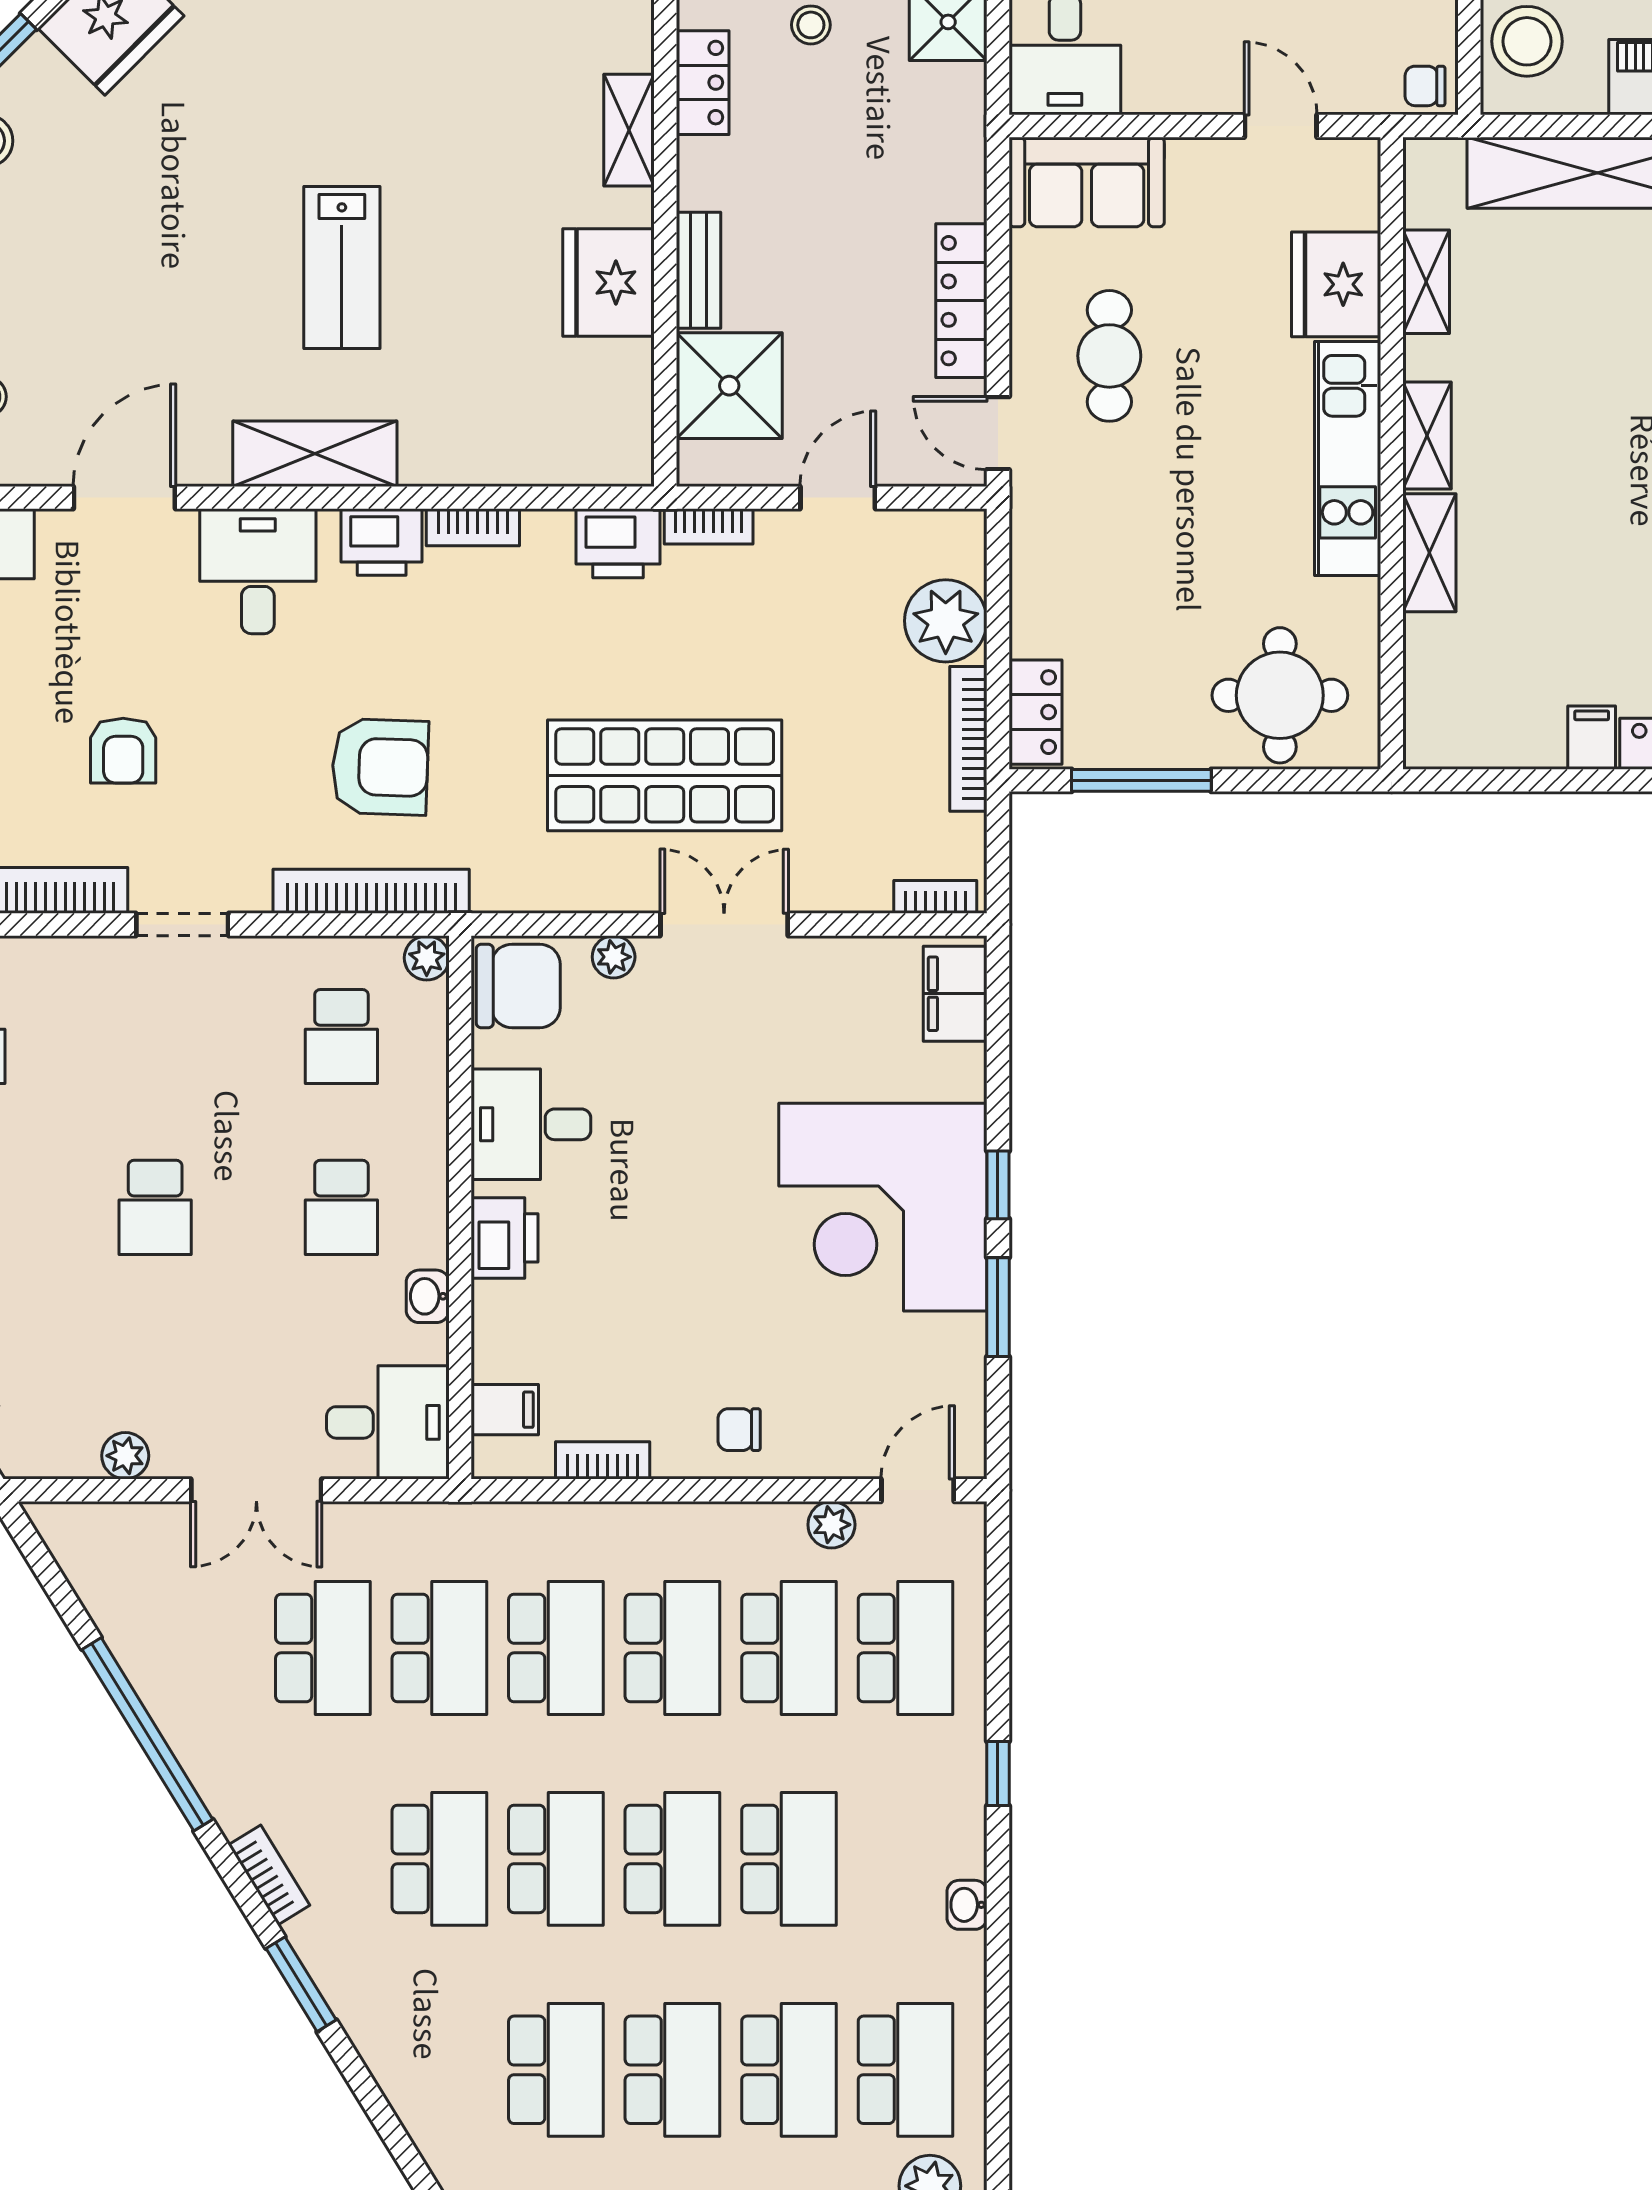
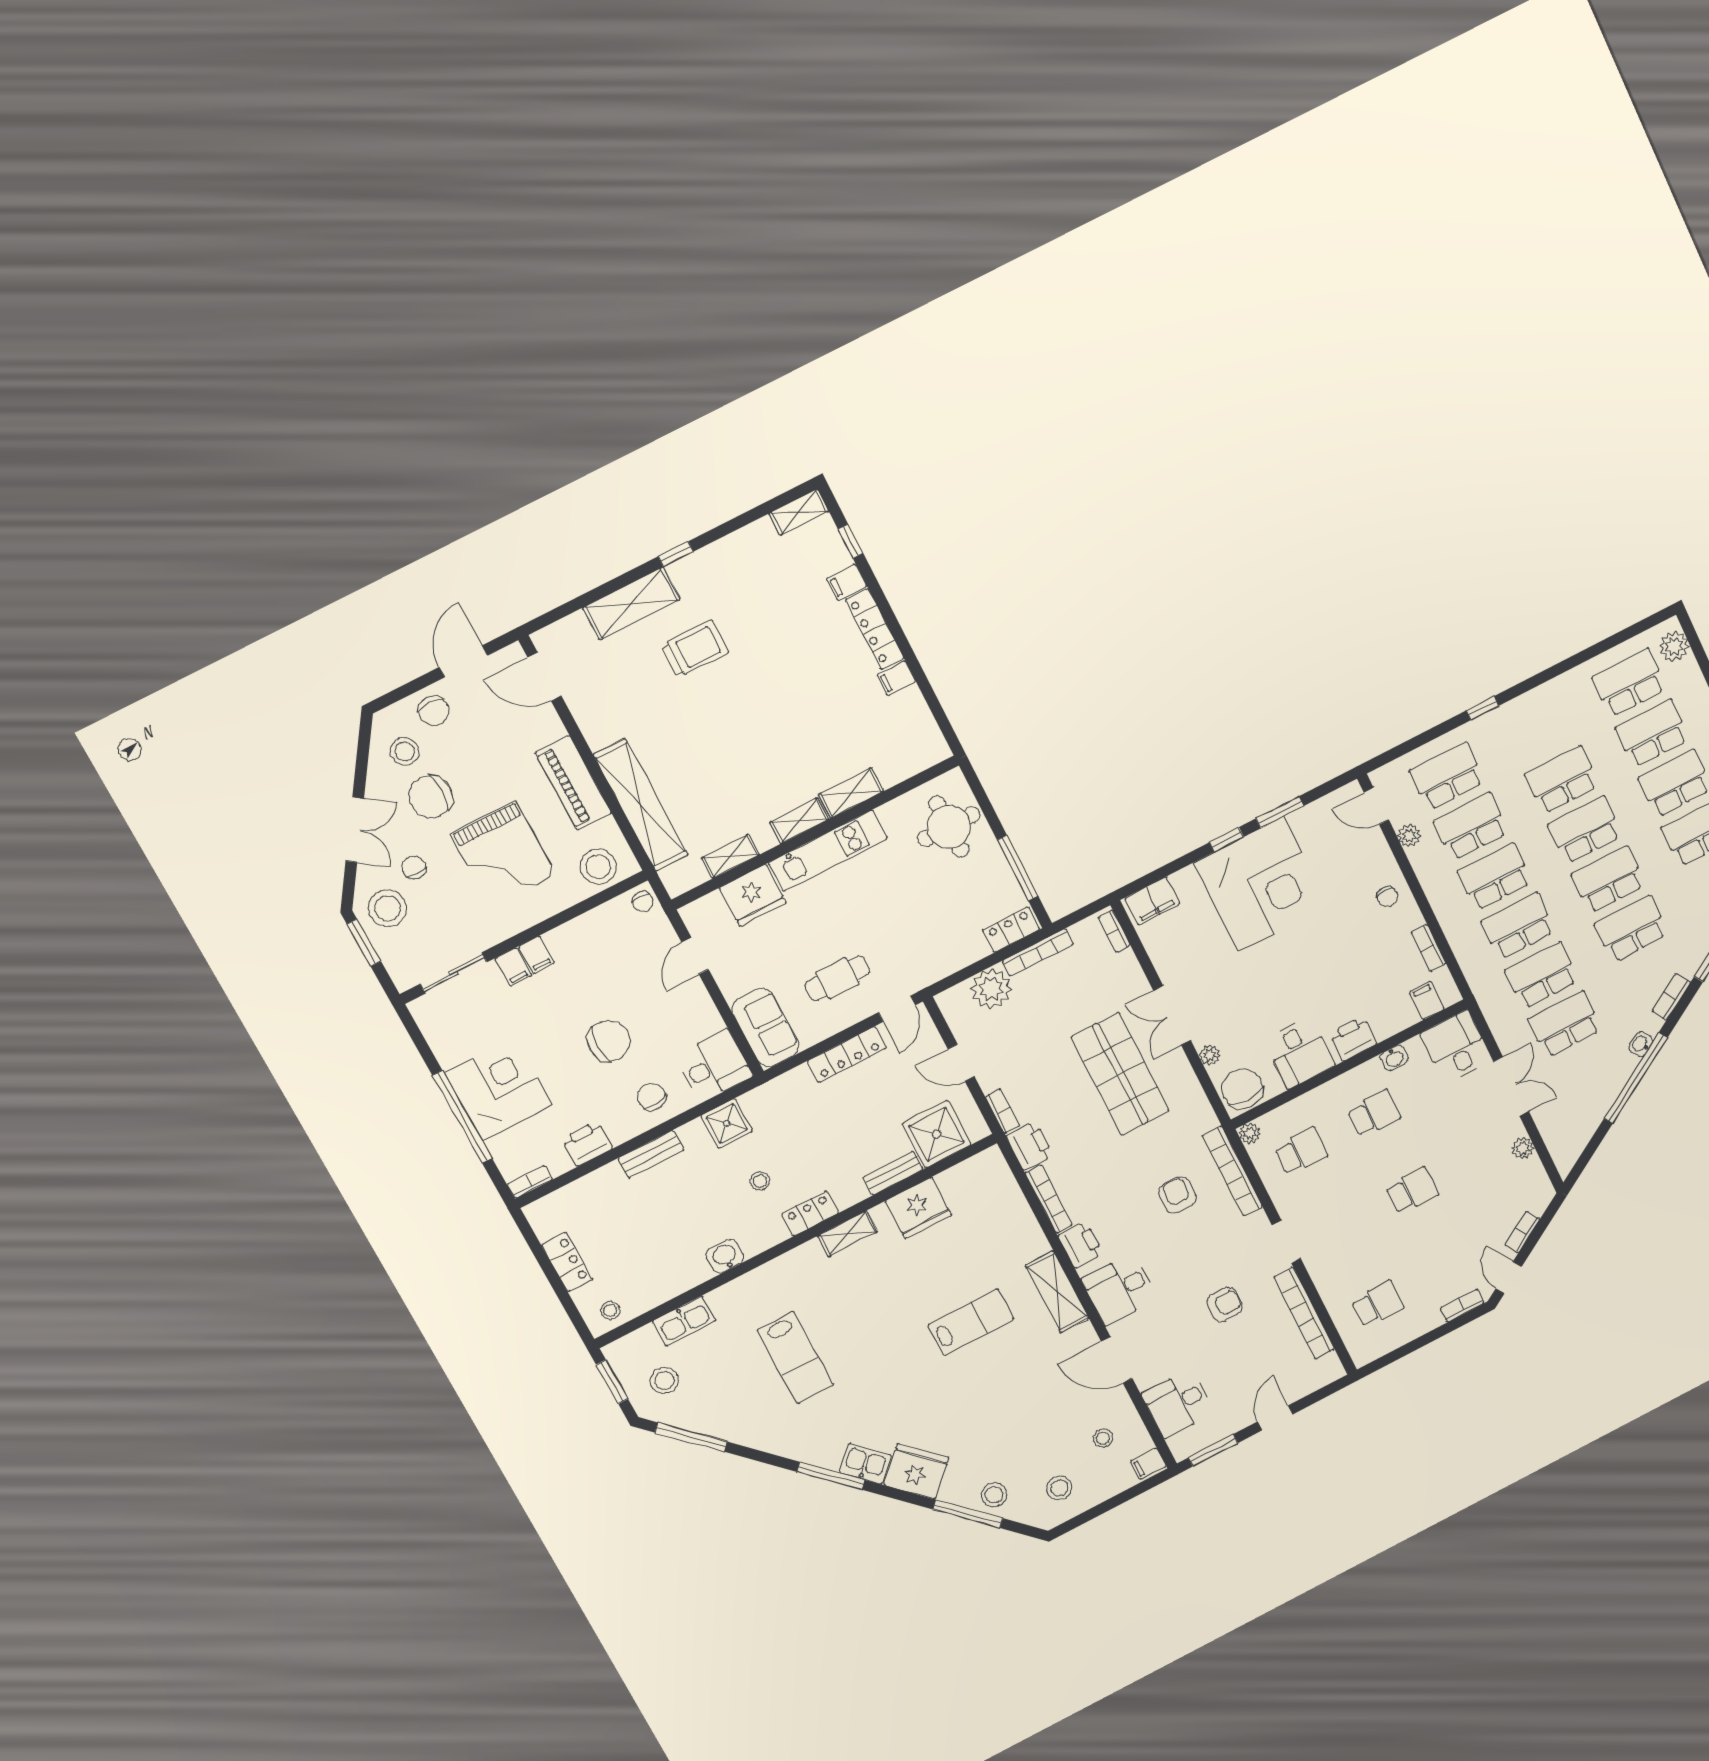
bookcase: (473, 527) -> (1049, 1199), width x1.56
armchair: (380, 767) -> (1178, 1195), width x0.72, depth x0.72
washbasin: (967, 1905) -> (1641, 1044), moved, turned 148

